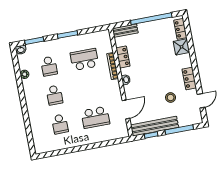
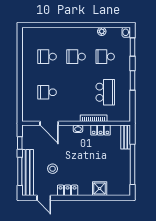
locker: (180, 29) -> (117, 191), removed
school desk: (95, 117) -> (47, 92), width x0.54
bench: (155, 126) -> (28, 173), moved

